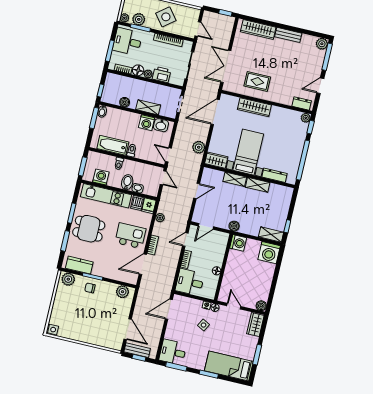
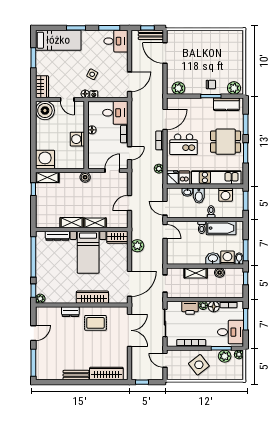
plant: (322, 44) -> (41, 374), removed
dresser: (302, 103) -> (70, 312), moved
washing machine: (147, 123) -> (227, 258), moved
washbasin: (161, 125) -> (213, 259), moved
washing machine: (238, 243) -> (77, 139), moved
boiler: (261, 306) -> (45, 110), width x1.86, depth x1.86
side table: (53, 330) -> (237, 36), removed

